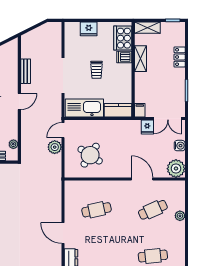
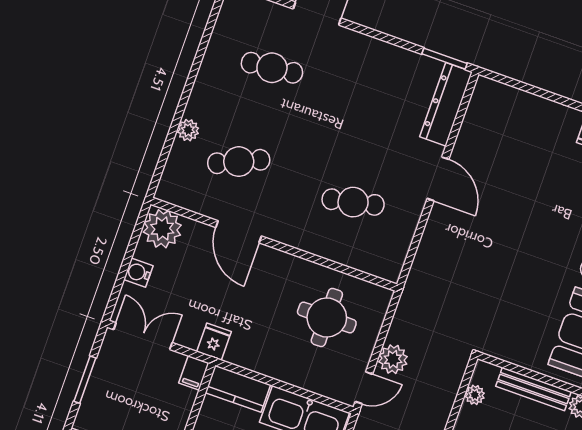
fridge: (147, 127) -> (214, 342), moved
round table: (90, 155) -> (327, 317), turned -33

